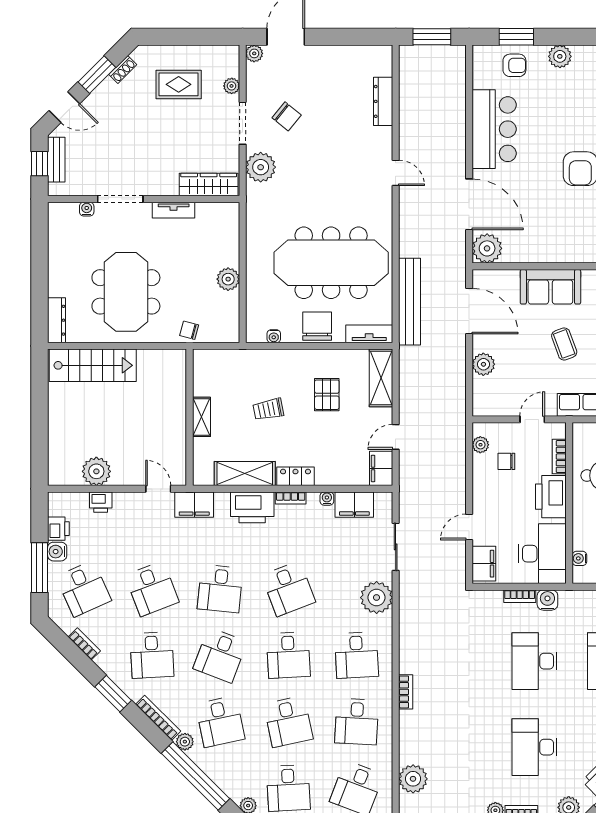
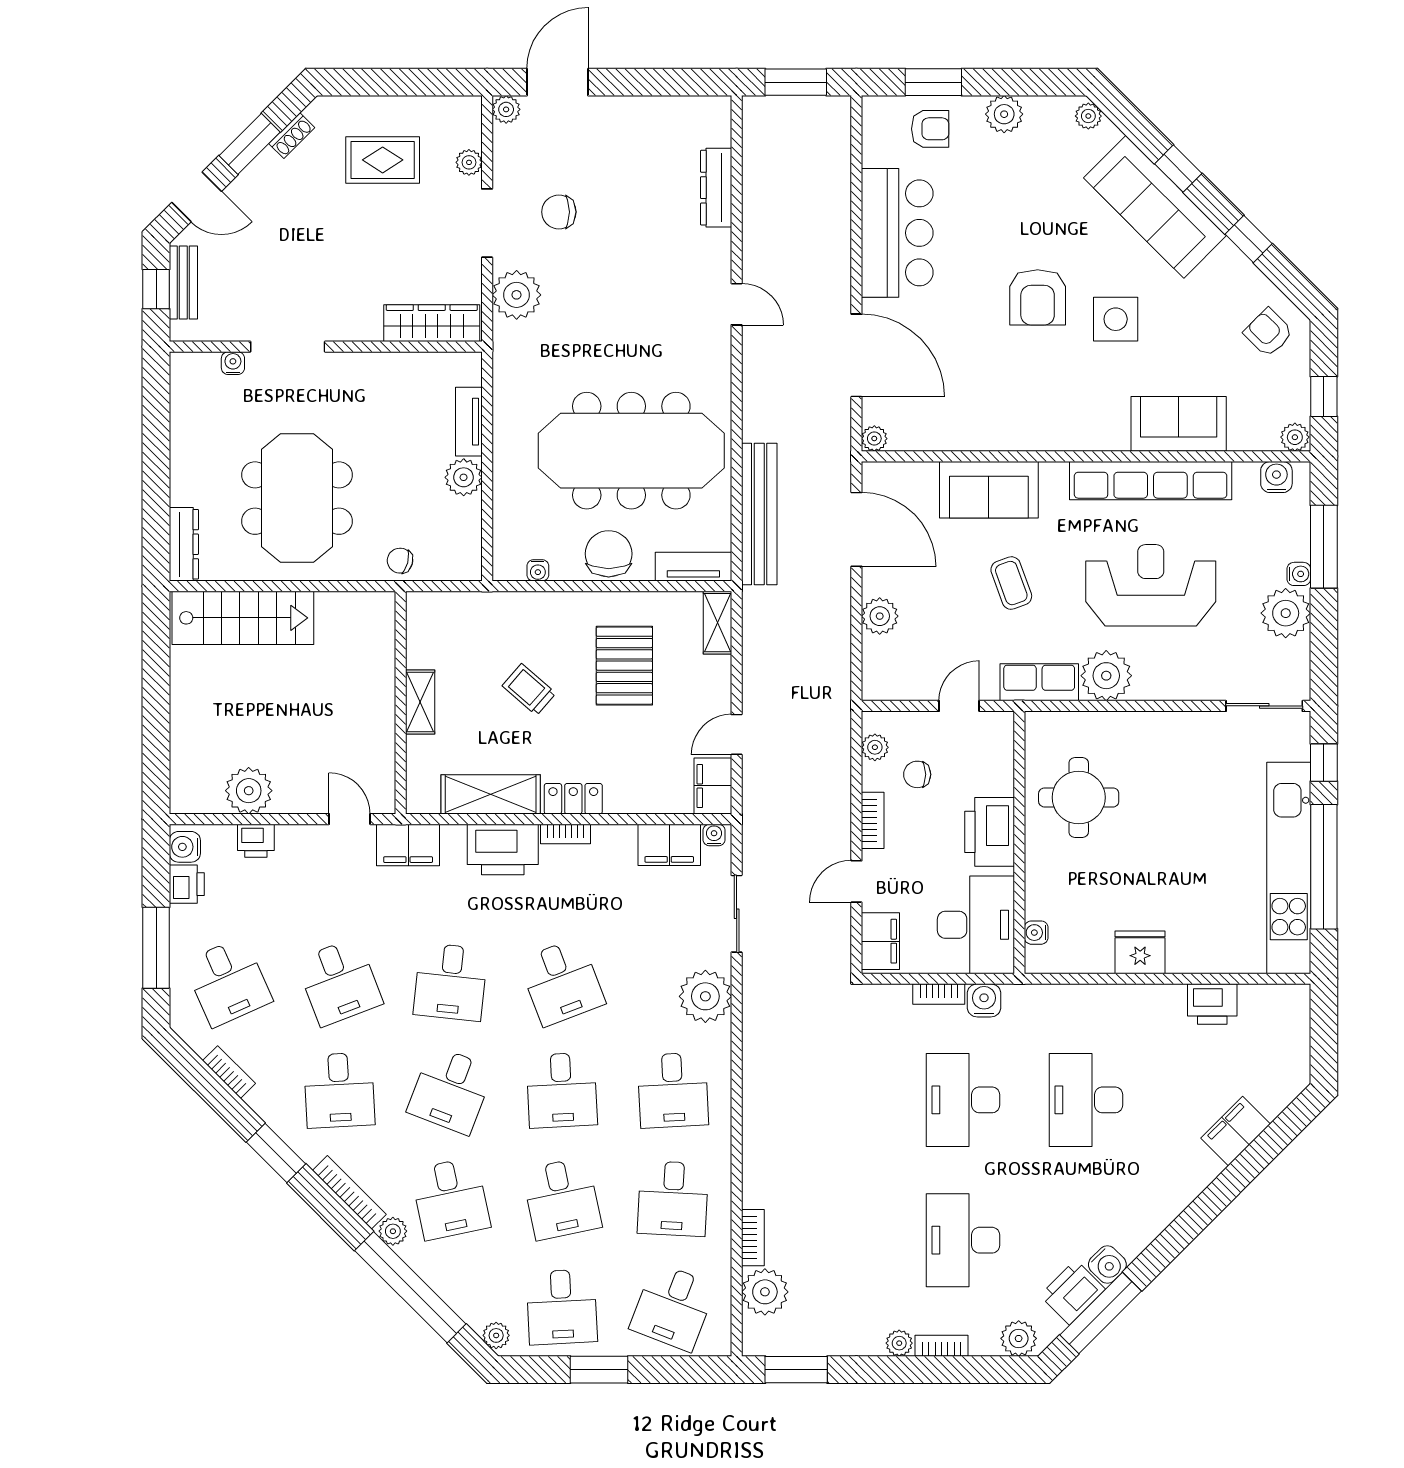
chair: (287, 116) -> (559, 212), turned 141
tv unit: (174, 210) -> (469, 422), moved, turned 90
plant: (487, 248) -> (874, 439), width x0.53, depth x0.53
shelving: (381, 378) -> (717, 623), width x0.67, depth x0.75
pallet: (327, 395) -> (624, 666), width x1.50, depth x1.42
trolley: (268, 409) -> (529, 690), turned 52
bookcase: (559, 457) -> (873, 820), moved, turned 180
water cooler: (327, 499) -> (714, 835), moved
water cooler: (57, 552) -> (185, 847), moved
bookcase: (406, 692) -> (753, 1238), moved

